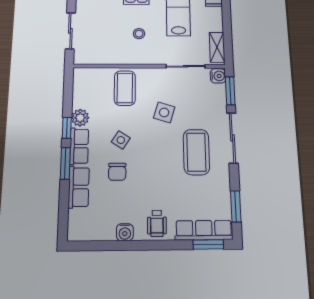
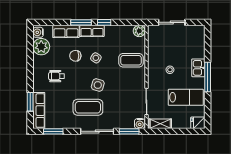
side table: (164, 112) -> (98, 85), moved
plant: (80, 118) -> (139, 31), moved
wheelchair: (157, 223) -> (57, 76), moved
plant: (102, 227) -> (41, 47), added
water cooler: (125, 232) -> (38, 32), moved
window: (208, 245) -> (30, 102), moved

